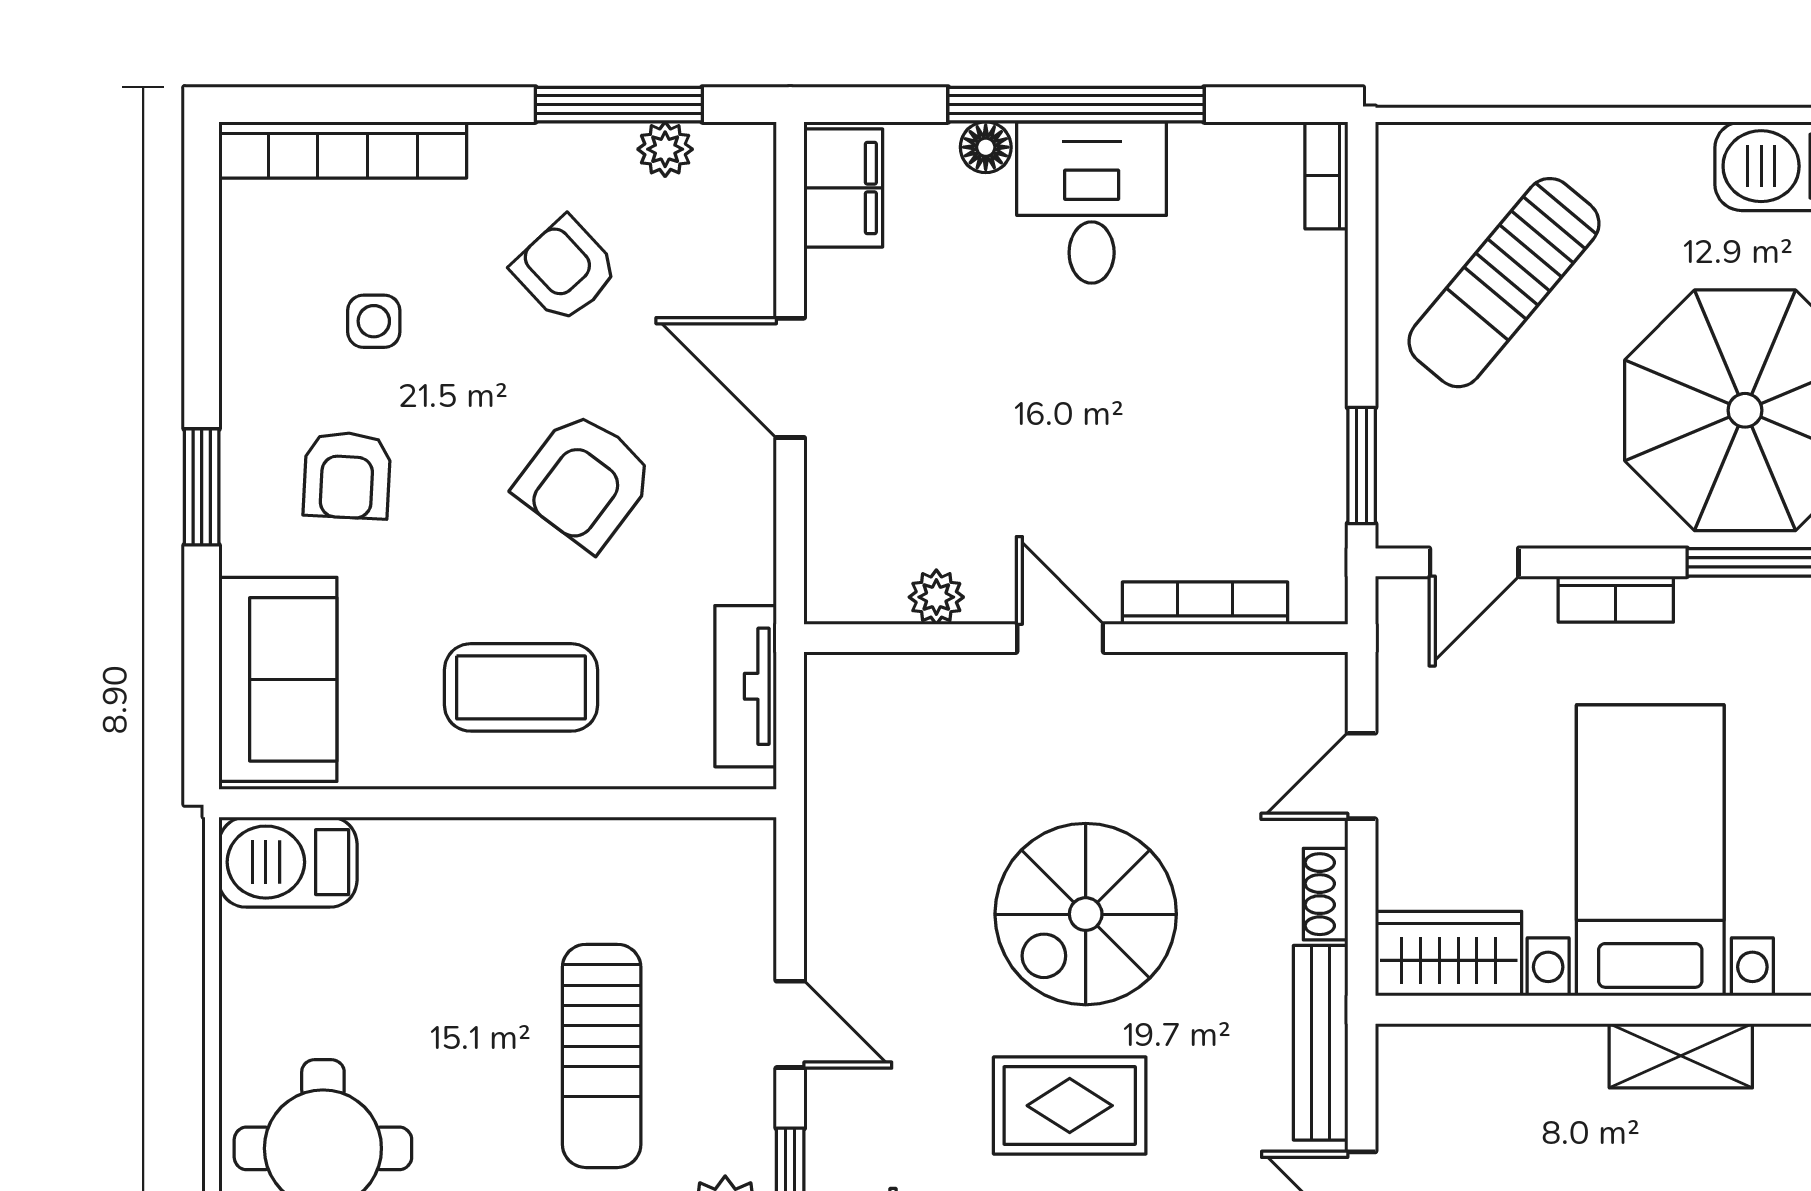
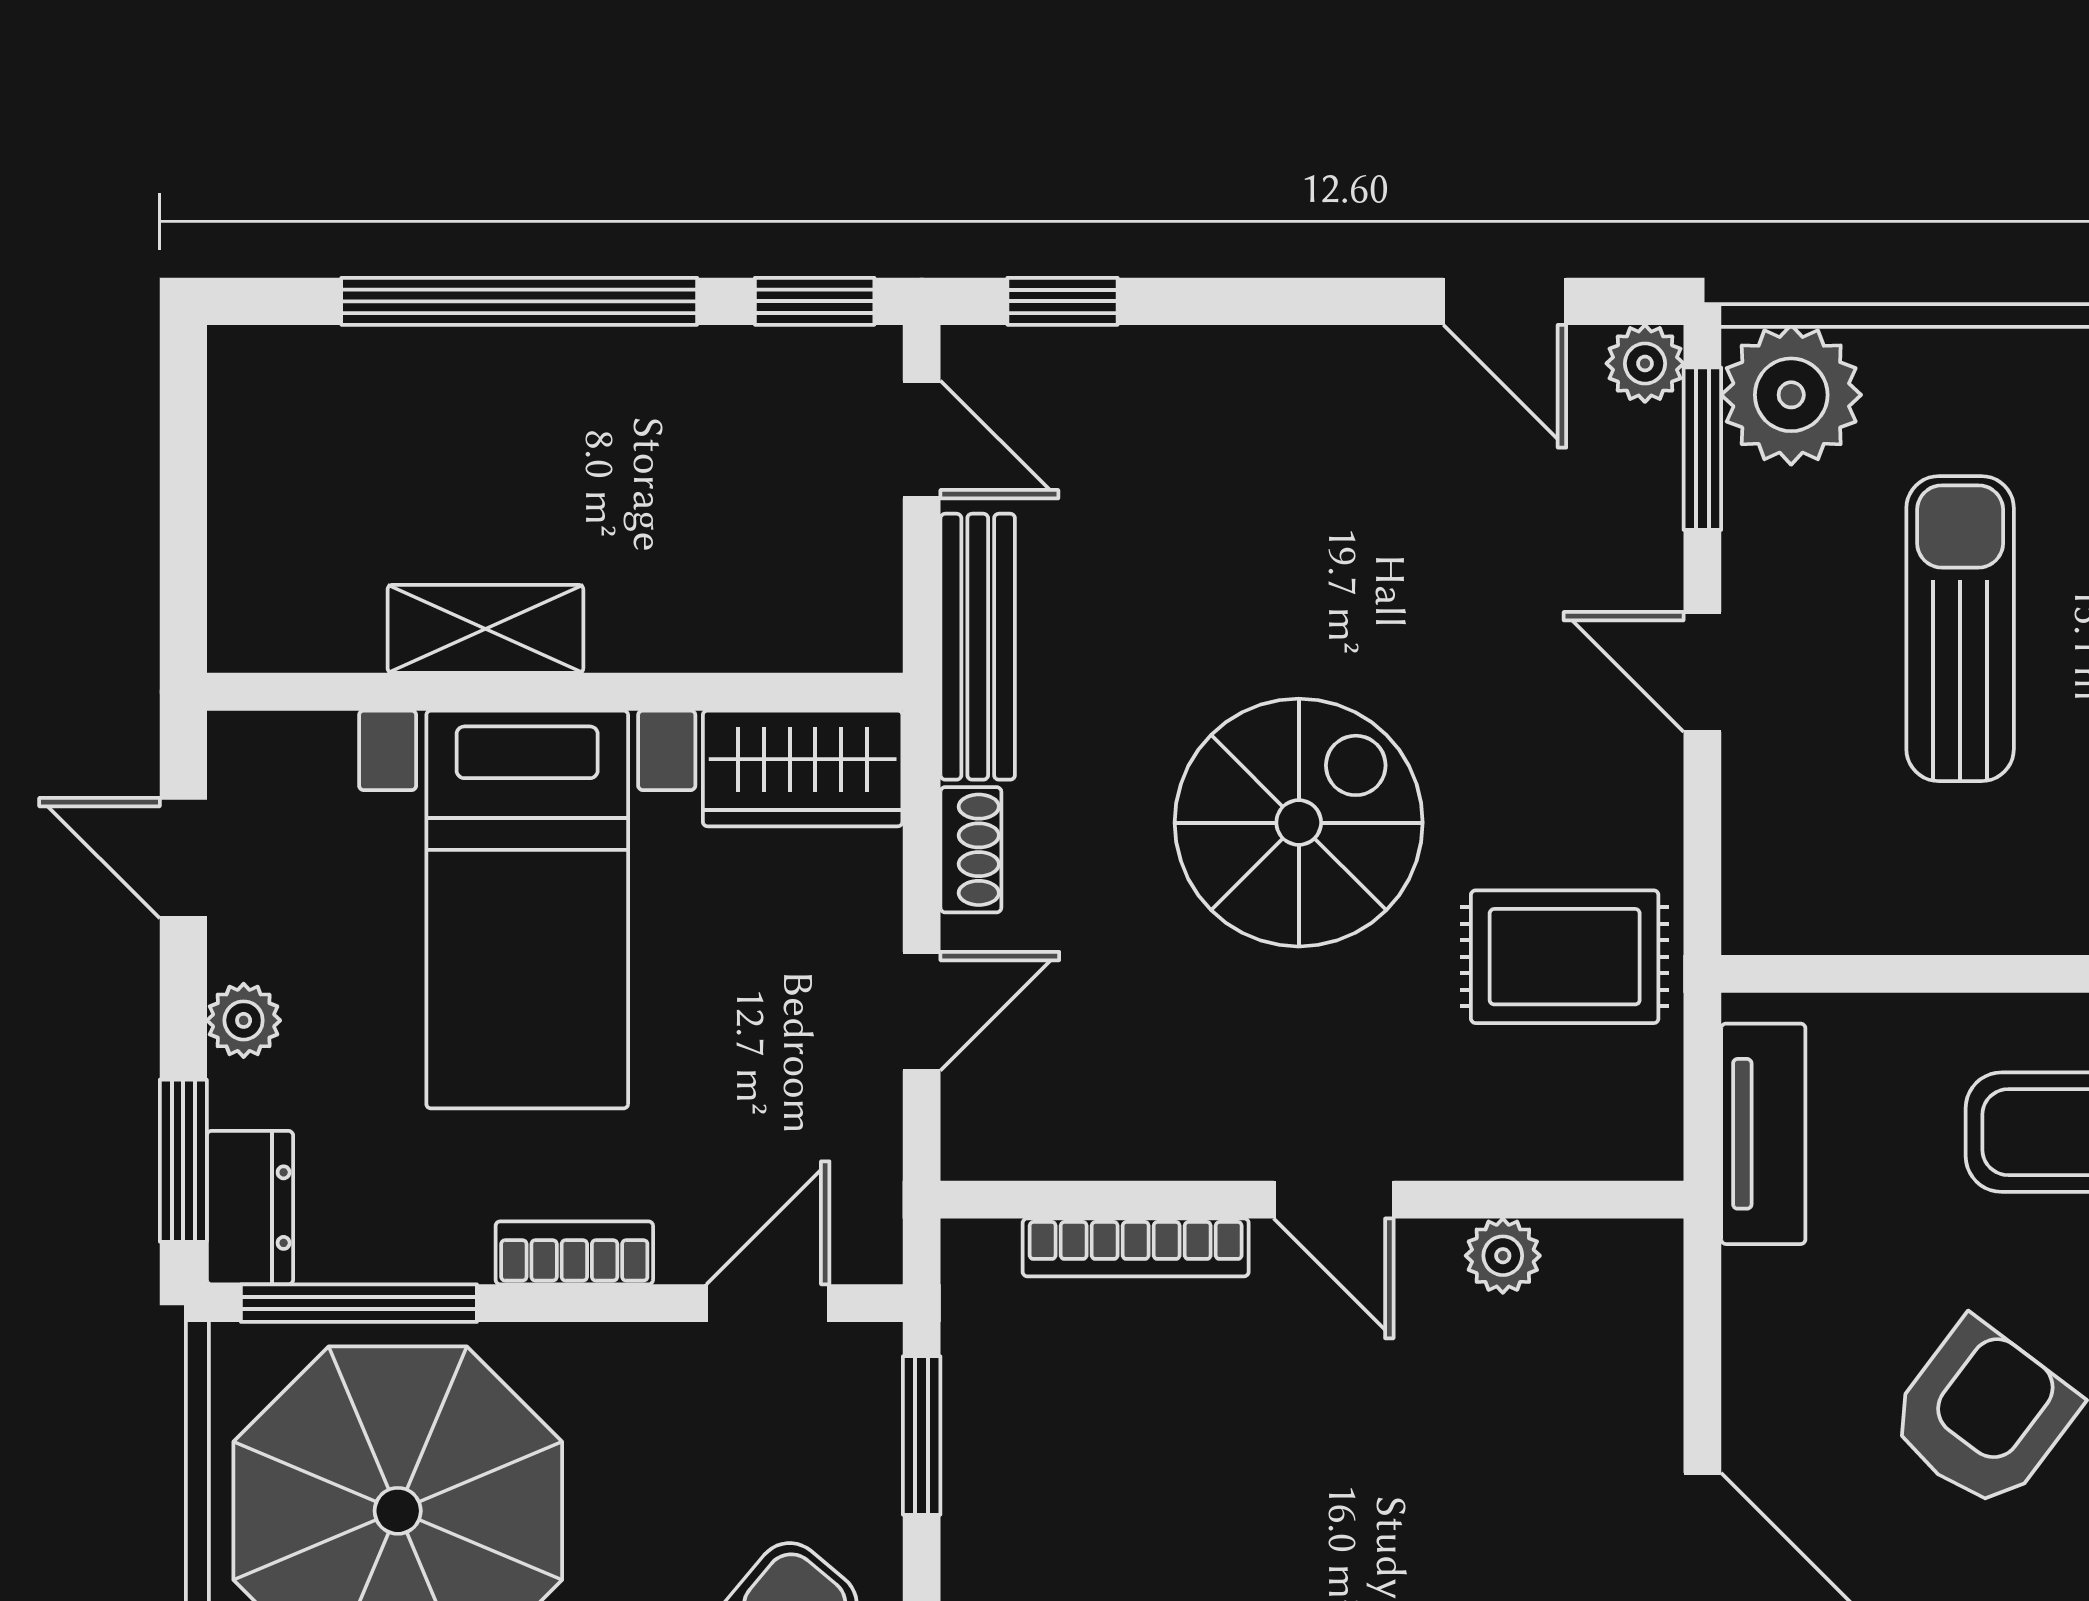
rug: (1070, 1106) -> (1565, 957), moved

